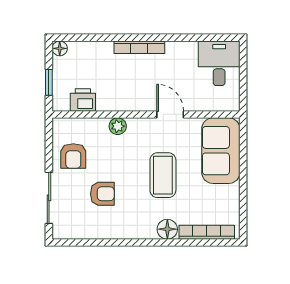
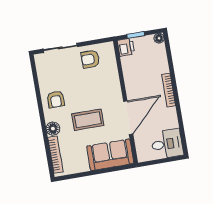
printer: (83, 100) -> (126, 47), moved
door: (170, 114) -> (128, 118), width x1.88
plant: (118, 126) -> (115, 85), removed
armchair: (102, 194) -> (56, 99), moved

